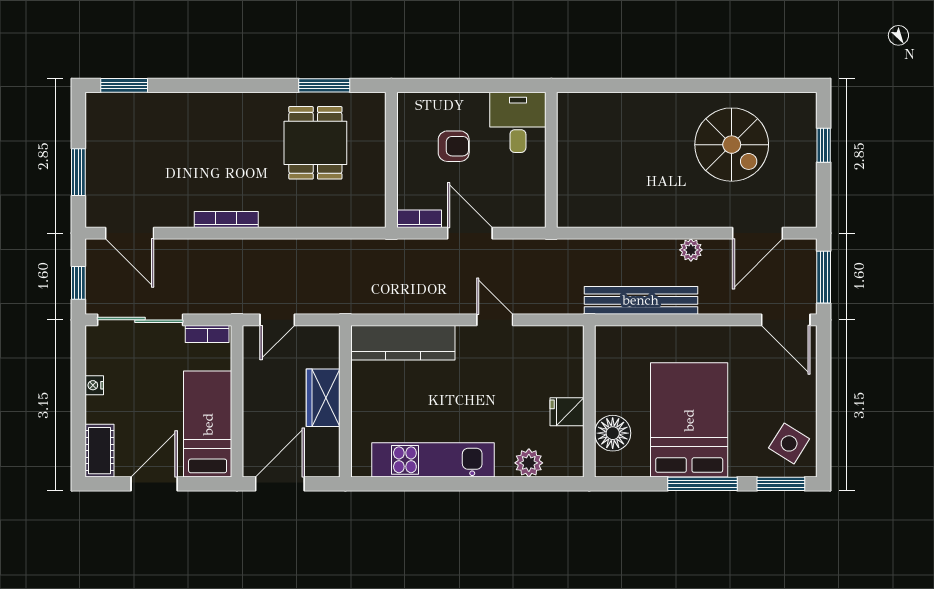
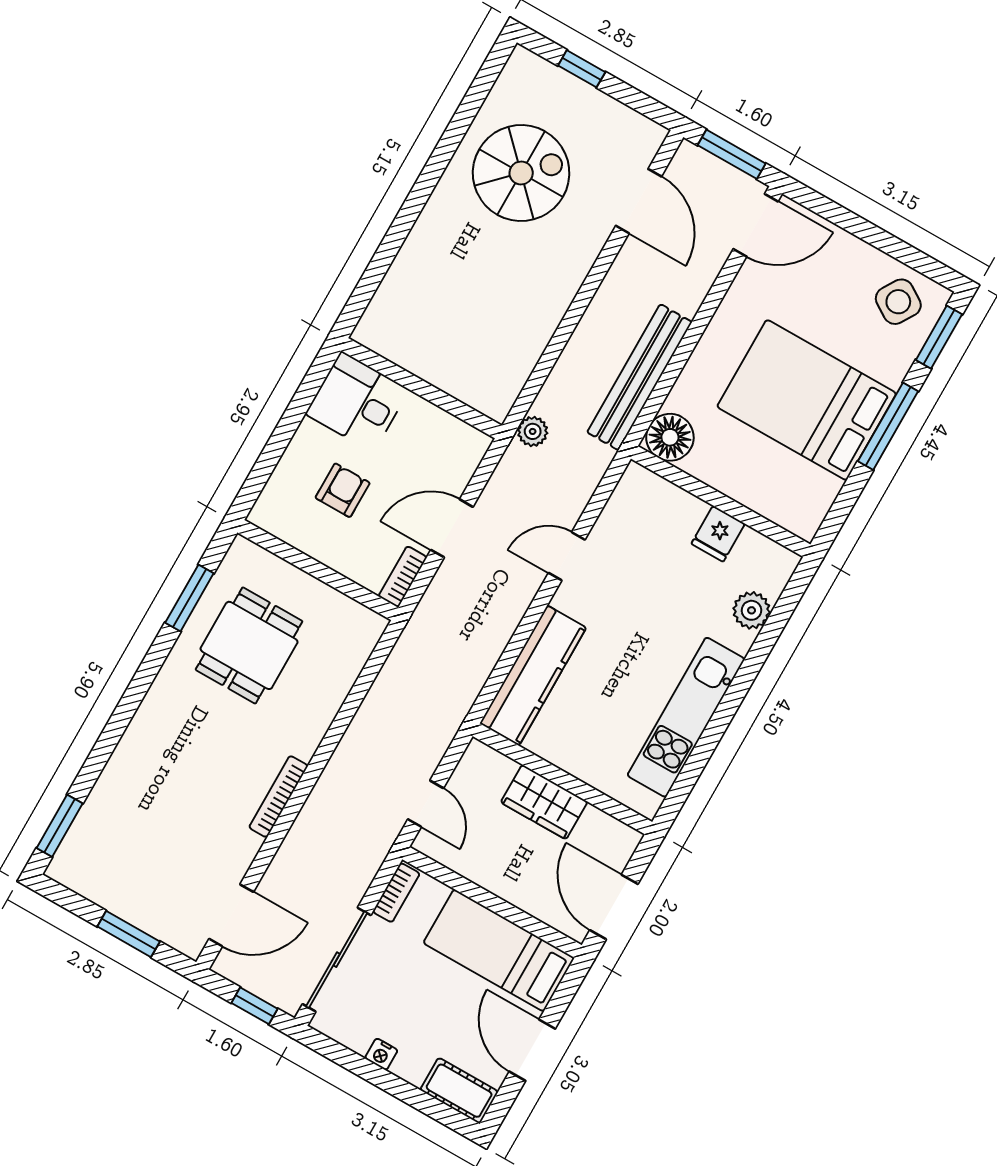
dining table: (315, 143) -> (249, 645), turned 90
plant: (691, 250) -> (533, 431), moved
floor lamp: (613, 433) -> (670, 437), moved

